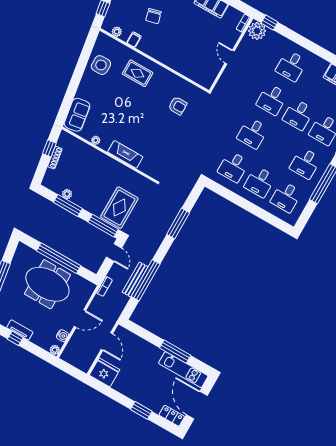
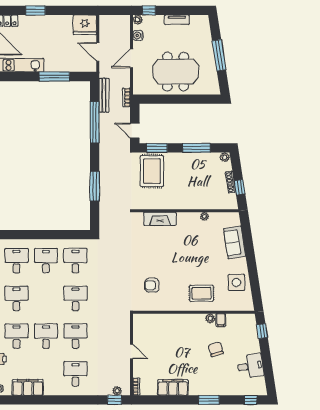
plant: (257, 31) -> (117, 391), width x0.53, depth x0.53
plant: (117, 32) -> (210, 318), moved
sofa: (77, 115) -> (235, 242), moved
fireplace: (125, 154) -> (160, 219), moved
plant: (67, 194) -> (225, 157), moved
window: (103, 226) -> (157, 148), width x0.69
window: (59, 258) -> (179, 99), removed
bench: (135, 279) -> (104, 95), moved
window: (15, 338) -> (149, 10), moved
window: (175, 352) -> (54, 77), moved

